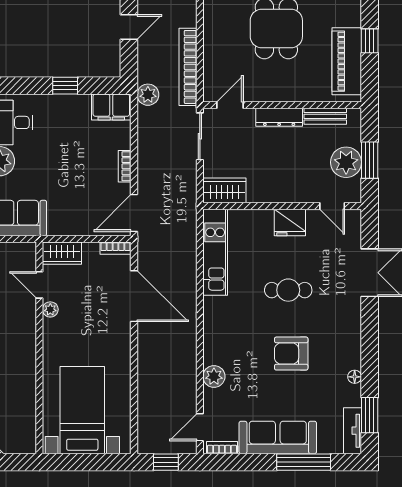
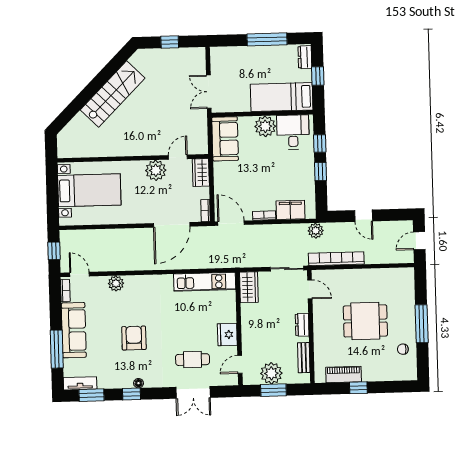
piano: (347, 61) -> (344, 374), width x0.73, depth x0.75
window: (26, 86) -> (320, 144), added
filing cabinet: (111, 107) -> (290, 210), moved, turned 90
dresser: (279, 117) -> (302, 325), width x0.70
cafe table: (288, 290) -> (193, 360), moved, turned 90
plant: (50, 309) -> (156, 170), width x1.87, depth x1.87
window: (370, 359) -> (131, 394), added
floor lamp: (355, 377) -> (139, 383), moved

